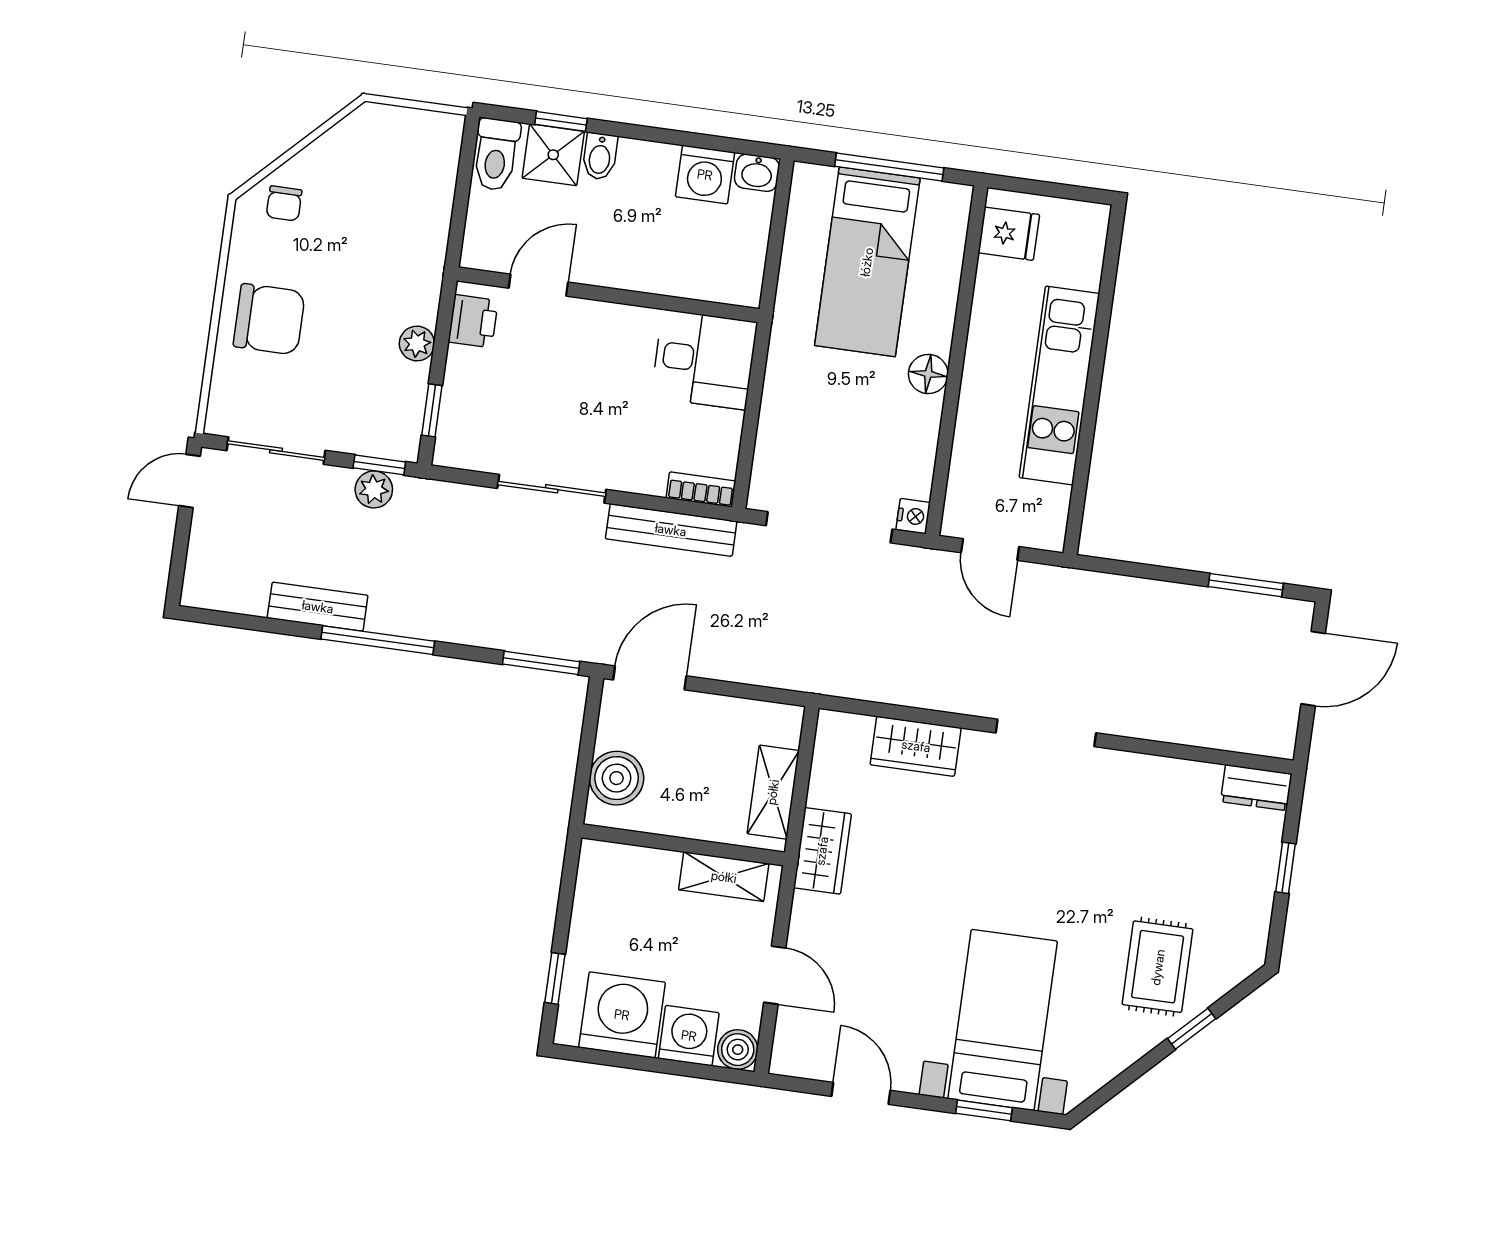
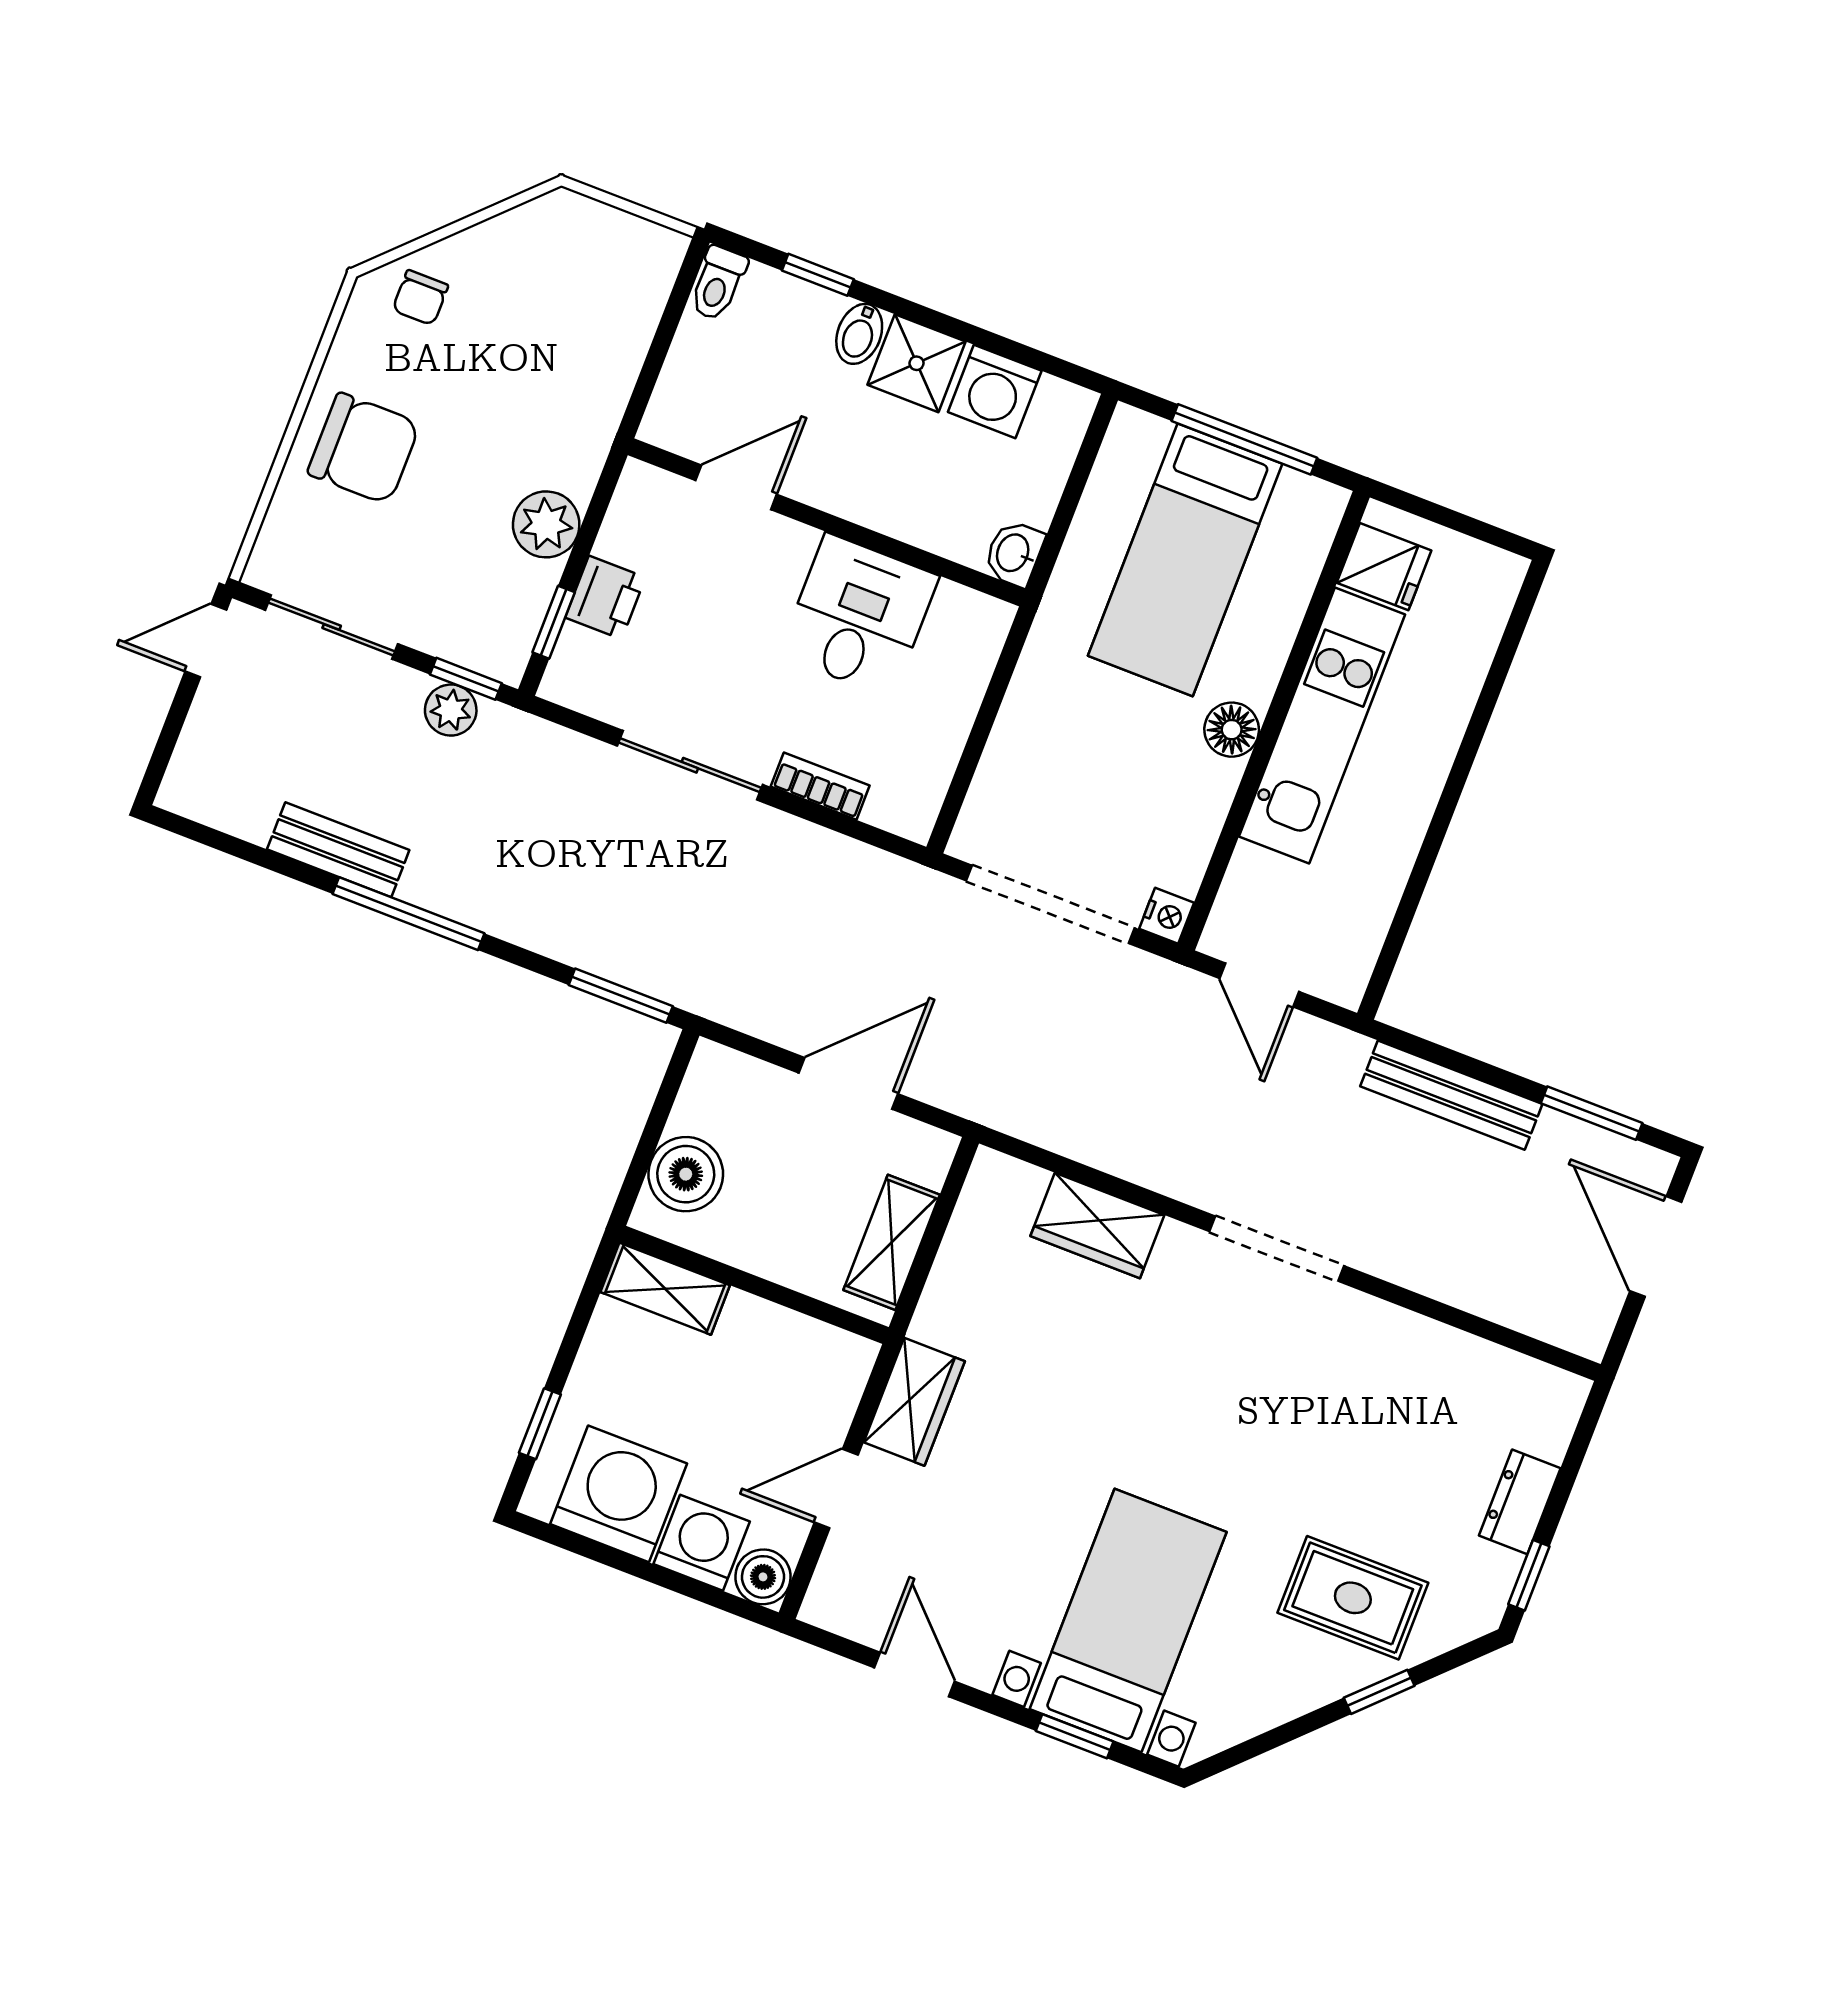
toilet: (496, 154) -> (718, 283), width x0.73, depth x0.72
shower: (553, 155) -> (917, 363), moved
washbasin: (757, 173) -> (1014, 553), moved, turned 90
printer: (473, 321) -> (605, 597), moved
plant: (417, 344) -> (546, 524), width x1.38, depth x1.38
desk: (704, 360) -> (859, 616), moved, turned -90
kitchen unit: (1059, 386) -> (1322, 725), moved, turned 180
bookcase: (701, 489) -> (820, 786), moved
bench: (671, 530) -> (1451, 1095), moved
door: (1313, 669) -> (1656, 1247), swing flipped
door: (650, 678) -> (848, 1083), moved
dresser: (1256, 788) -> (1520, 1502), moved, turned 90
wardrobe: (822, 851) -> (914, 1402), moved
window: (1286, 868) -> (1529, 1575), moved
shelving: (724, 877) -> (665, 1289), moved
rug: (1158, 967) -> (1353, 1598), turned 90
door: (775, 975) -> (836, 1489), swing flipped

